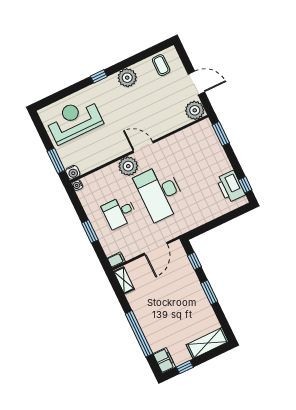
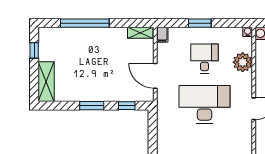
plant: (128, 166) -> (243, 62), moved
filing cabinet: (164, 360) -> (49, 35), removed

